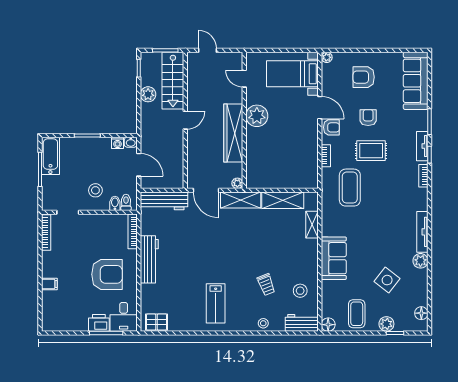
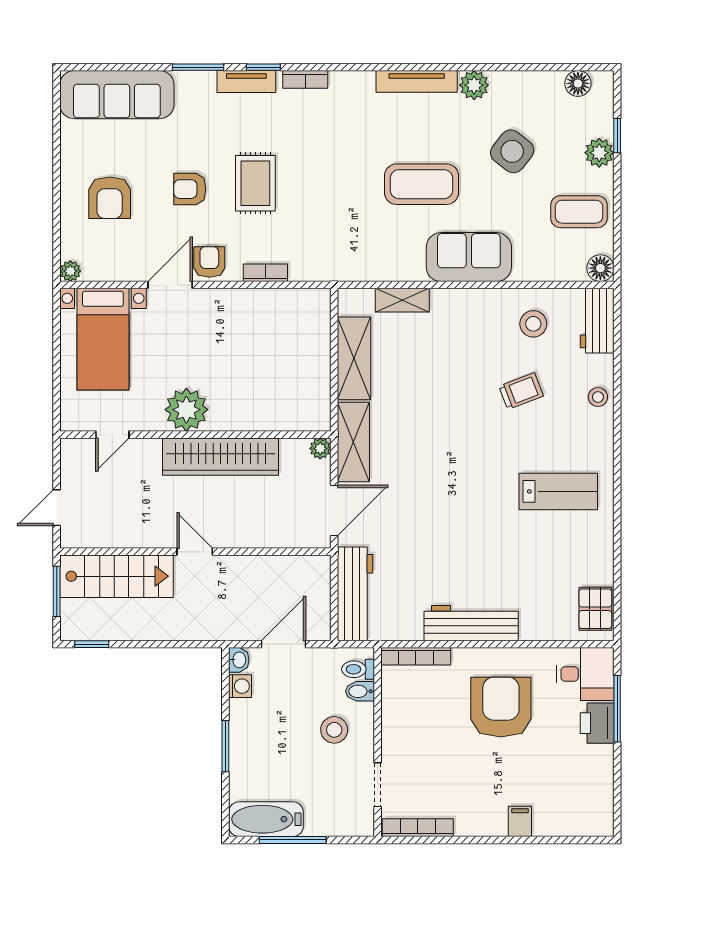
plant: (148, 94) -> (144, 626), removed
coffee table: (350, 188) -> (421, 184), moved

